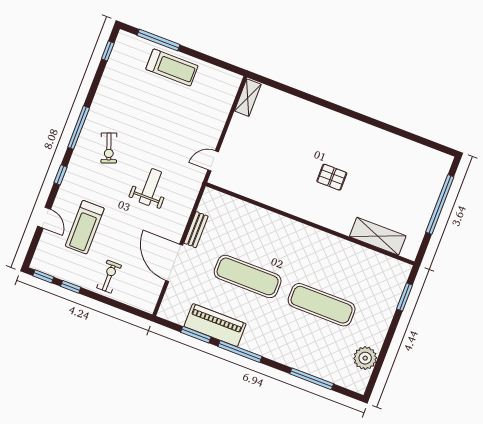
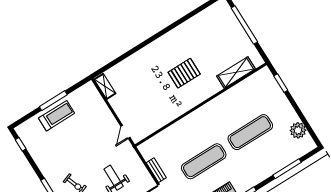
window: (159, 40) -> (53, 101), moved
pallet: (332, 177) -> (184, 73), width x1.50, depth x1.42

